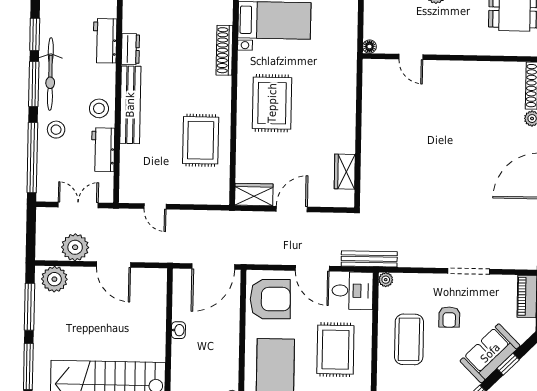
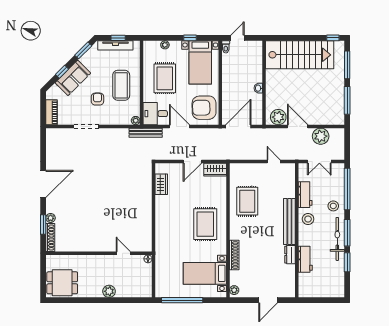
plant: (54, 279) -> (278, 117), moved

